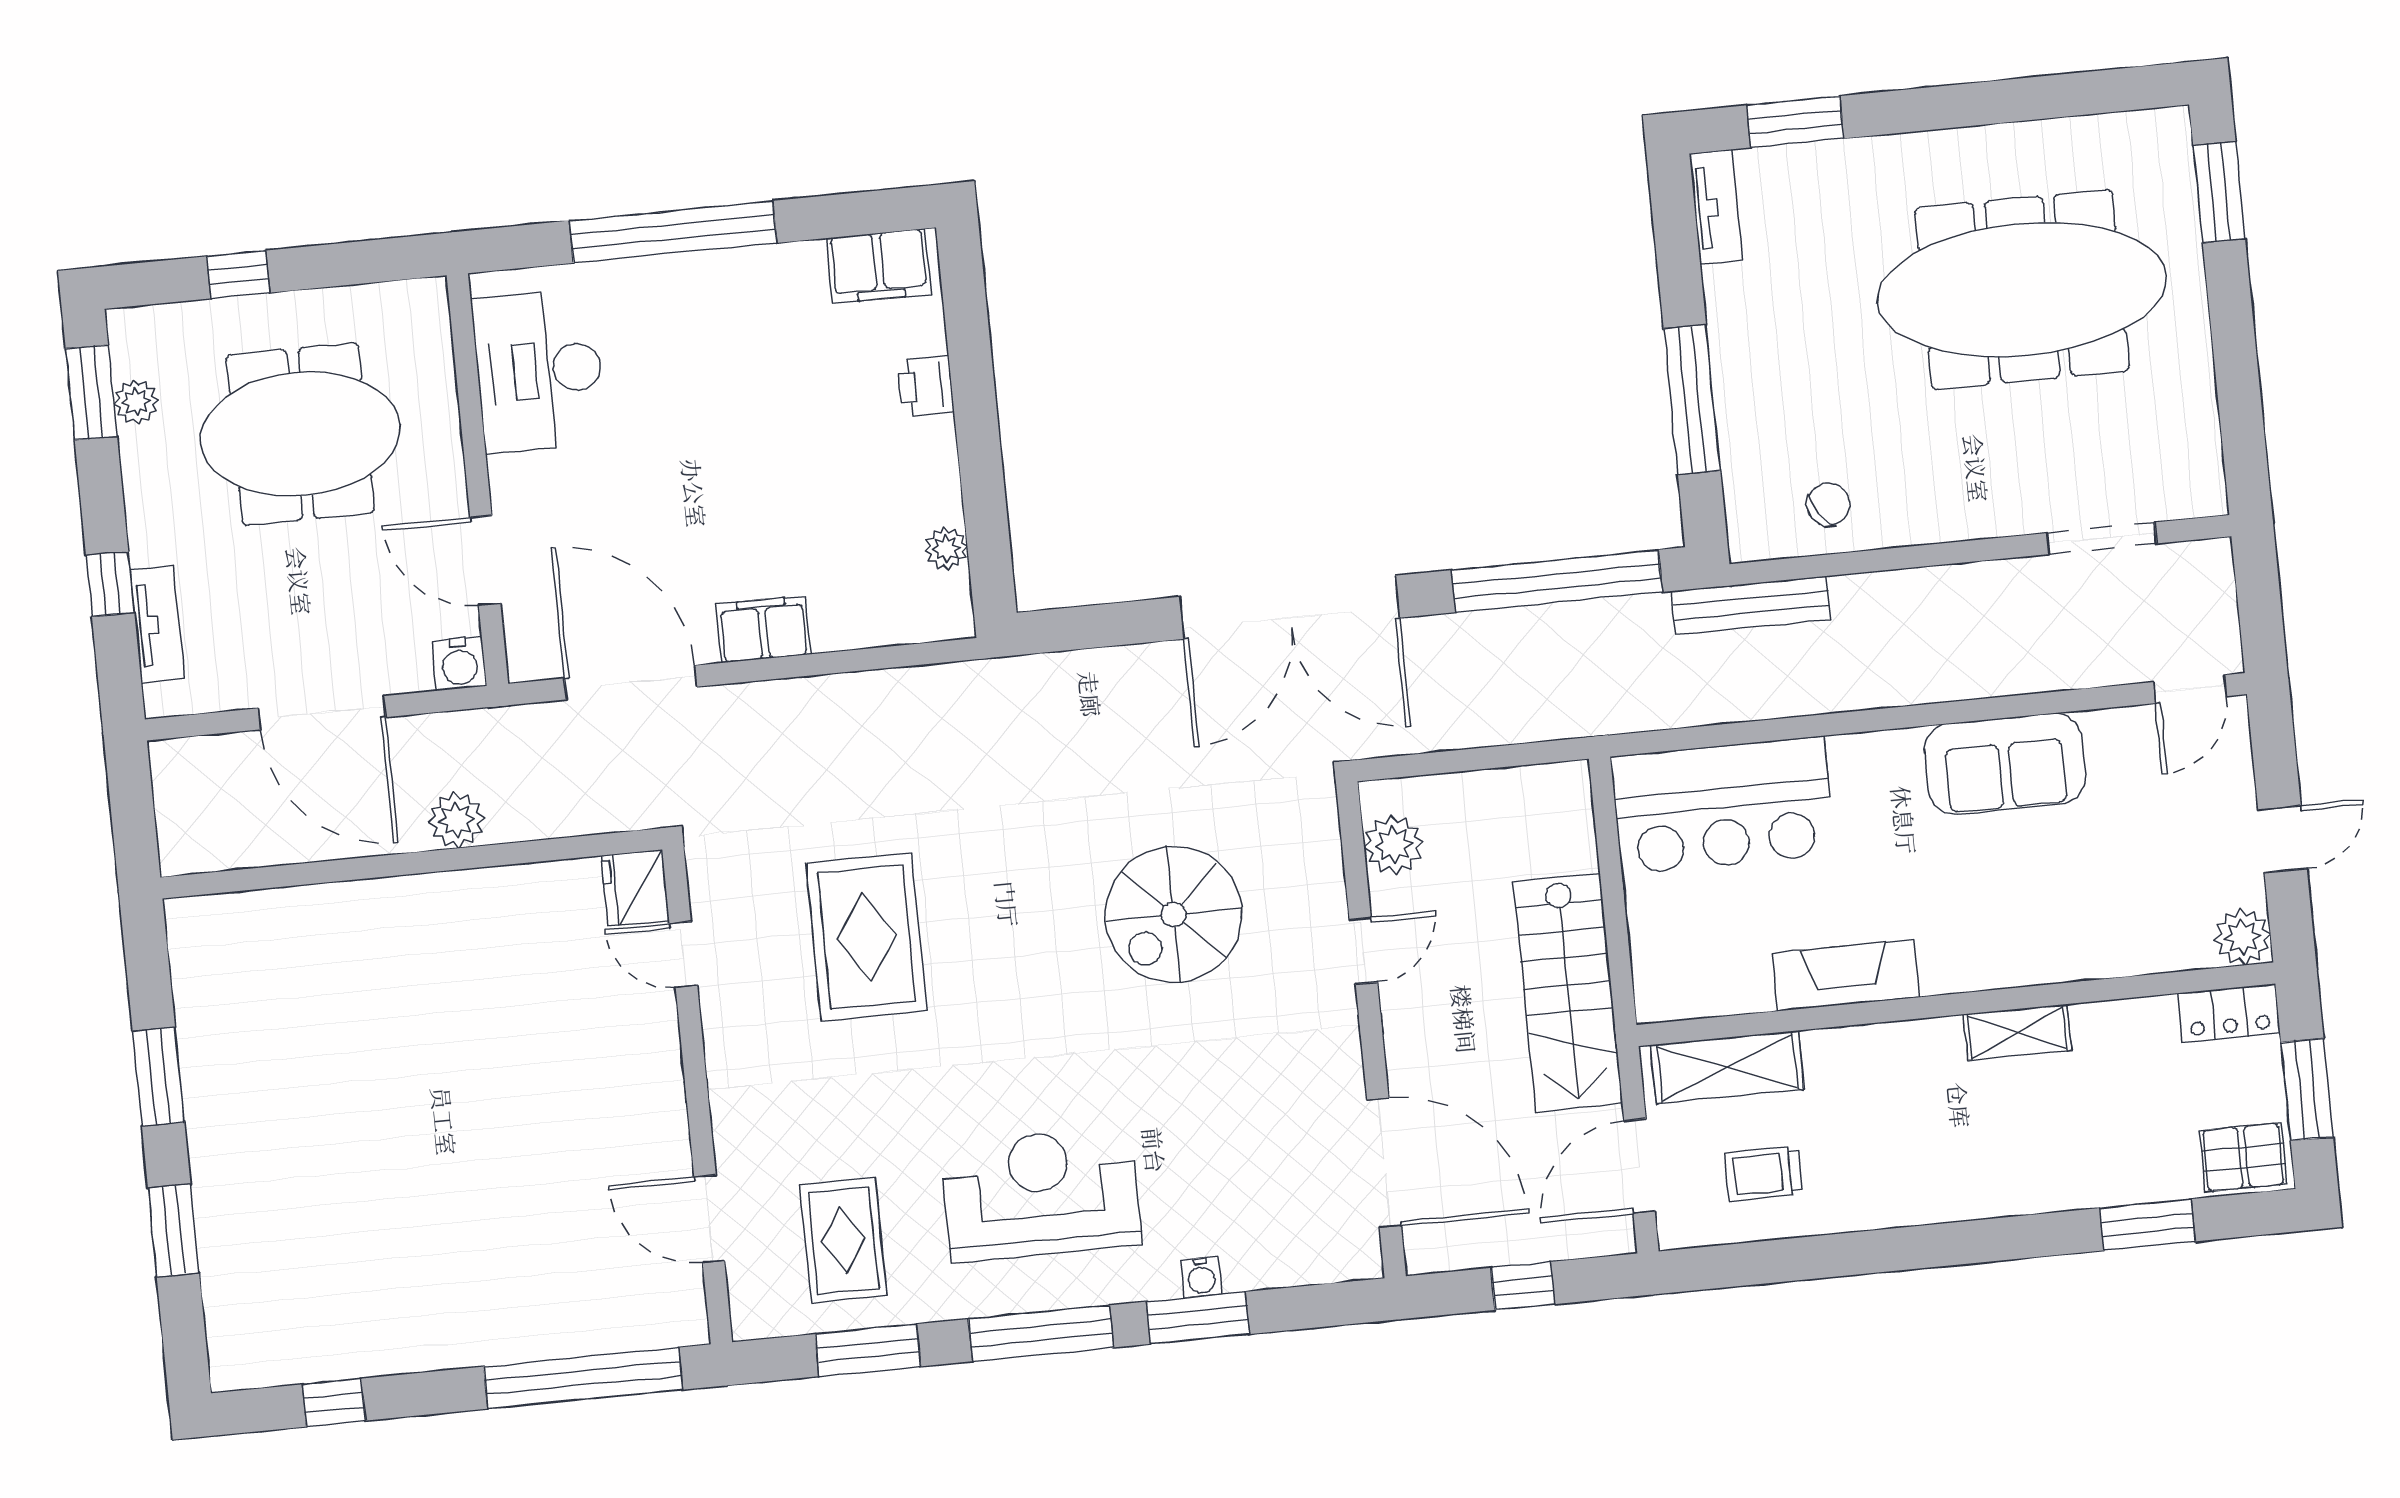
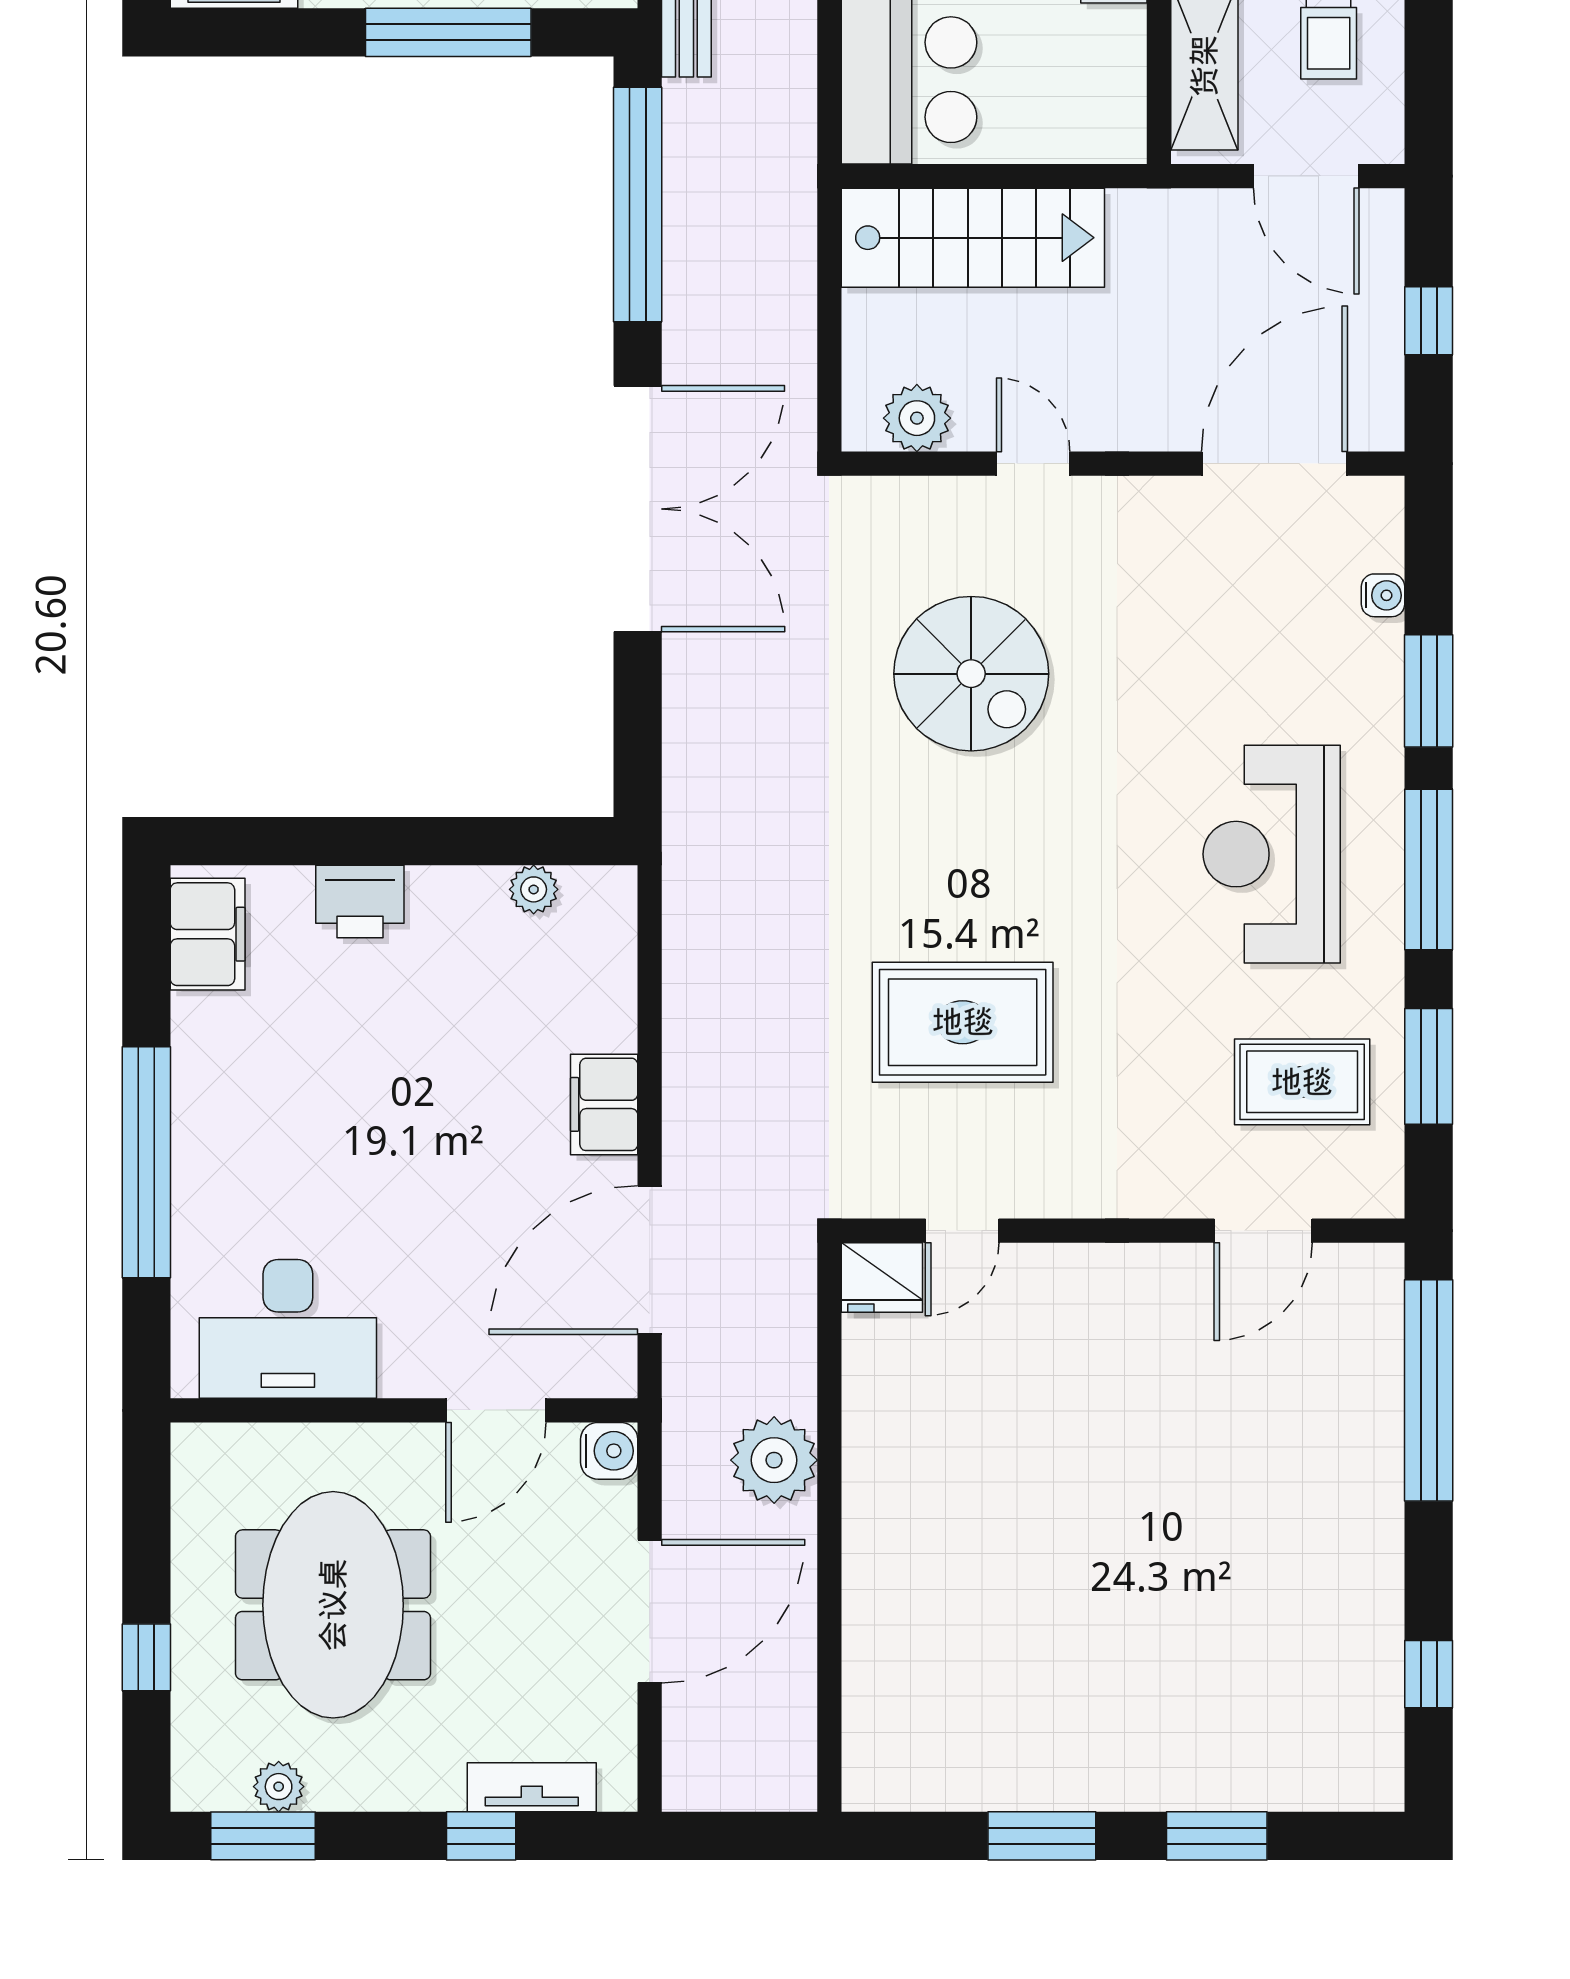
printer: (926, 386) -> (360, 902), width x1.36, depth x1.24
plant: (456, 820) -> (774, 1460), width x1.36, depth x1.36
stairs: (1568, 992) -> (973, 238), moved
water cooler: (1201, 1277) -> (1383, 595), moved

